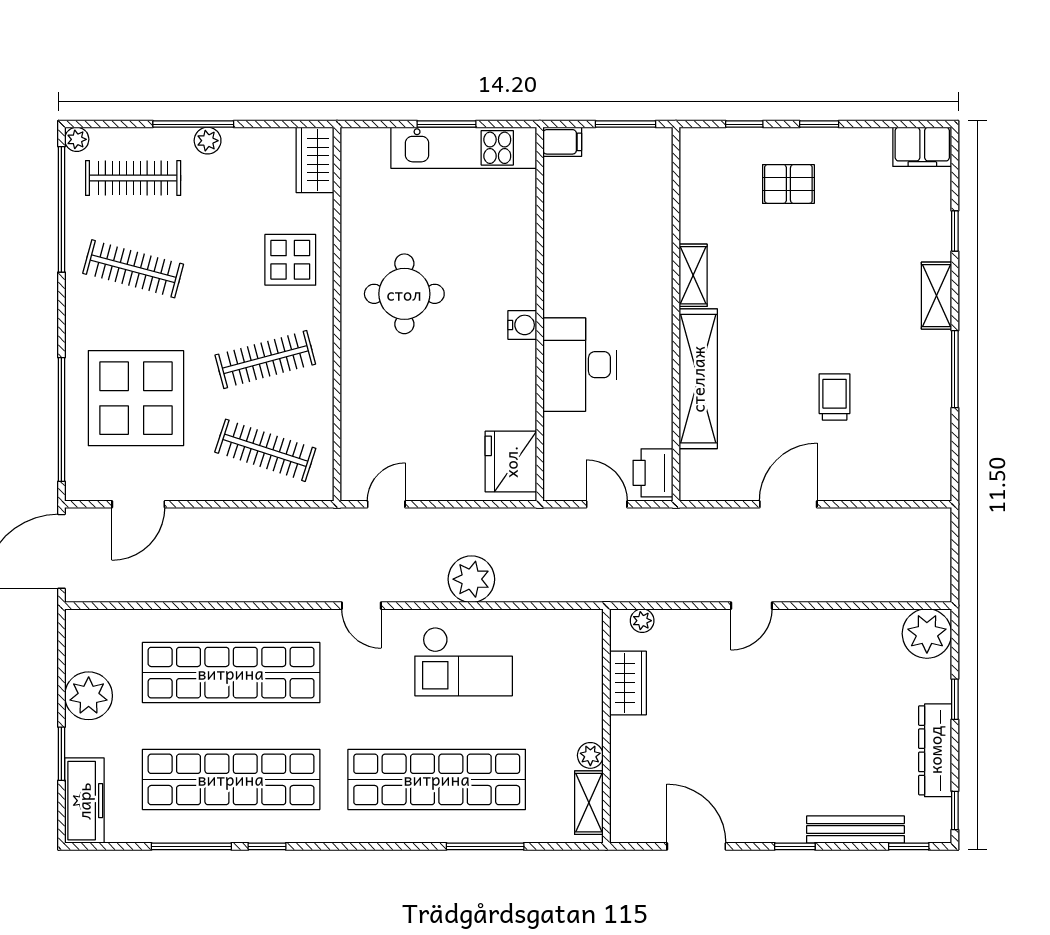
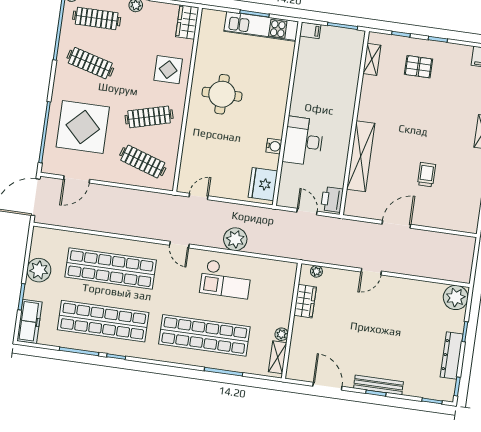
shelving: (693, 275) -> (372, 59), moved
water cooler: (522, 325) -> (274, 146), moved
bench: (855, 830) -> (378, 385), moved

